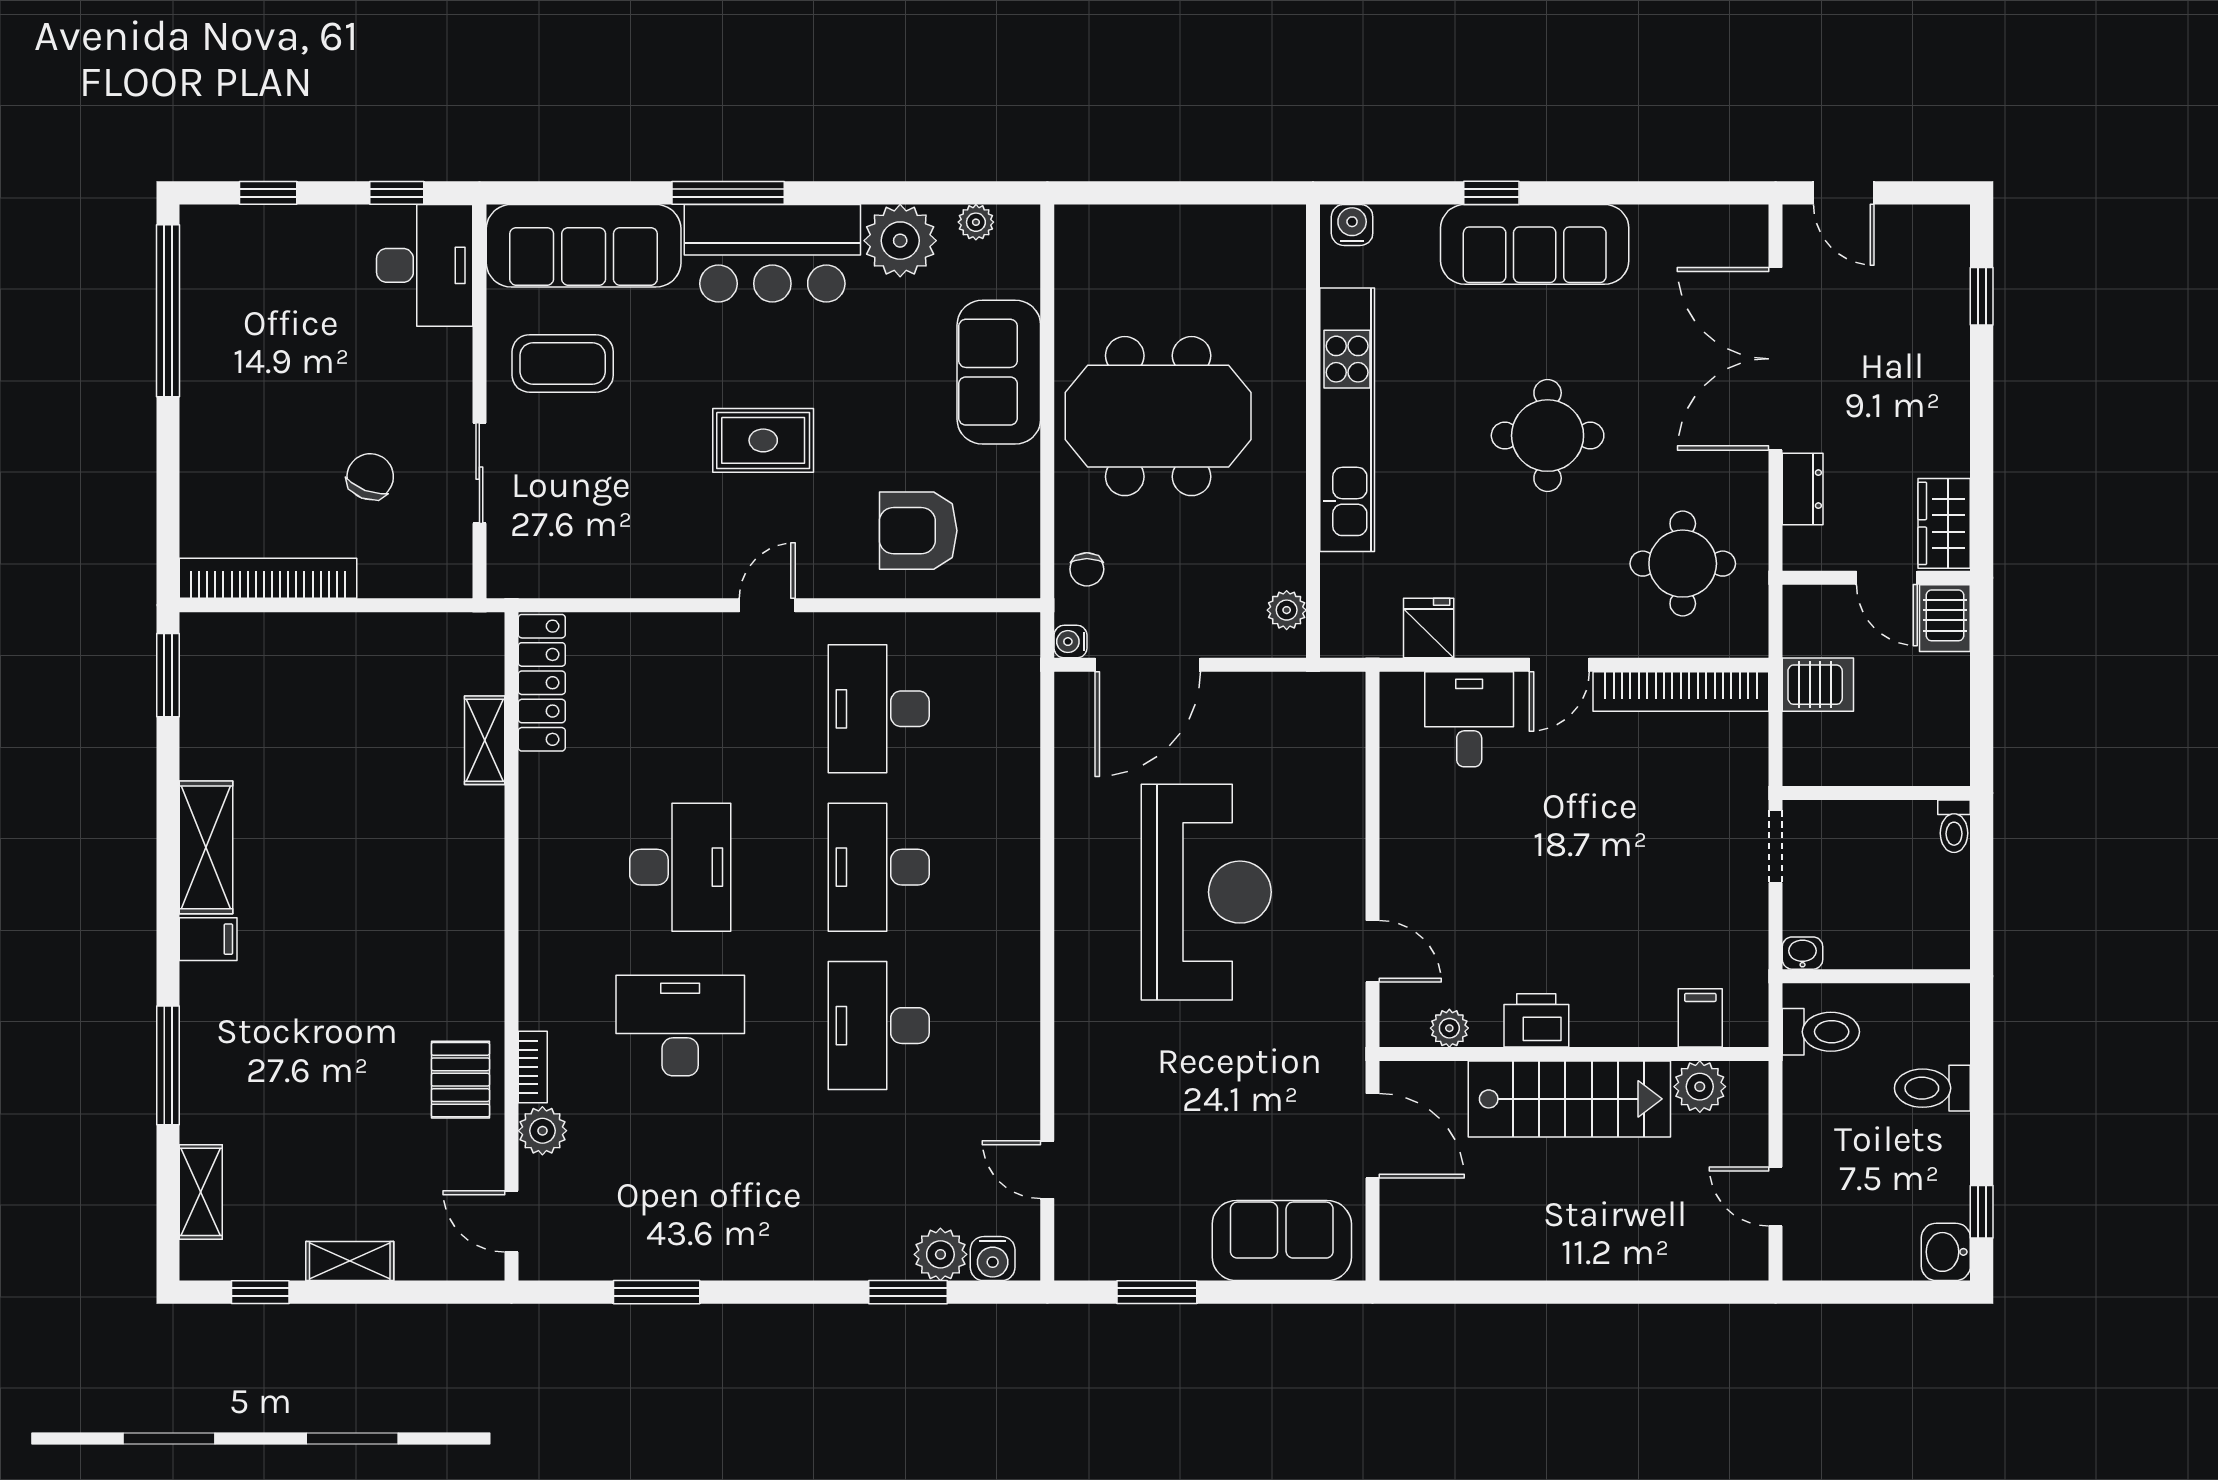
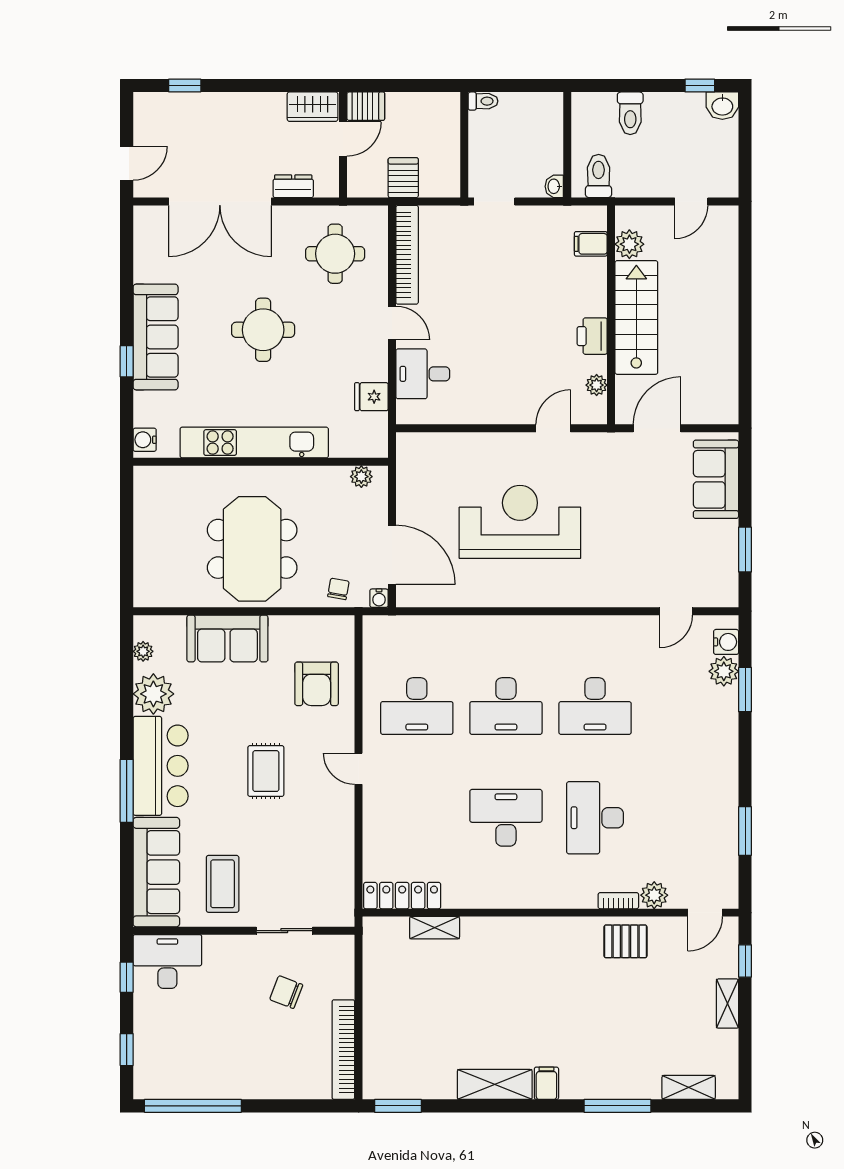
chair: (1087, 569) -> (338, 589), turned -80
window: (260, 1292) -> (745, 961), moved

